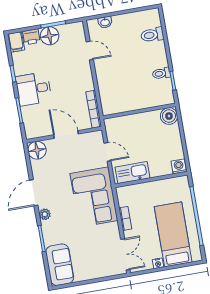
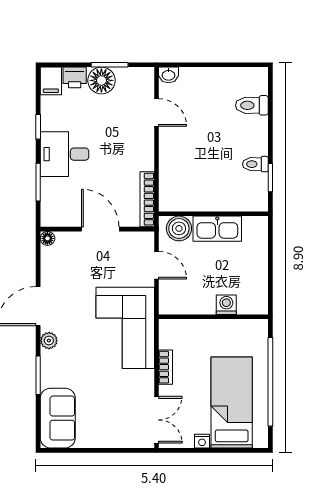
washbasin: (105, 22) -> (168, 75), moved
boiler: (169, 116) -> (179, 228), moved
floor lamp: (37, 150) -> (47, 238), width x0.53, depth x0.53
washing machine: (179, 166) -> (226, 305), moved
kitchen sink: (132, 173) -> (217, 229), moved, turned 180

